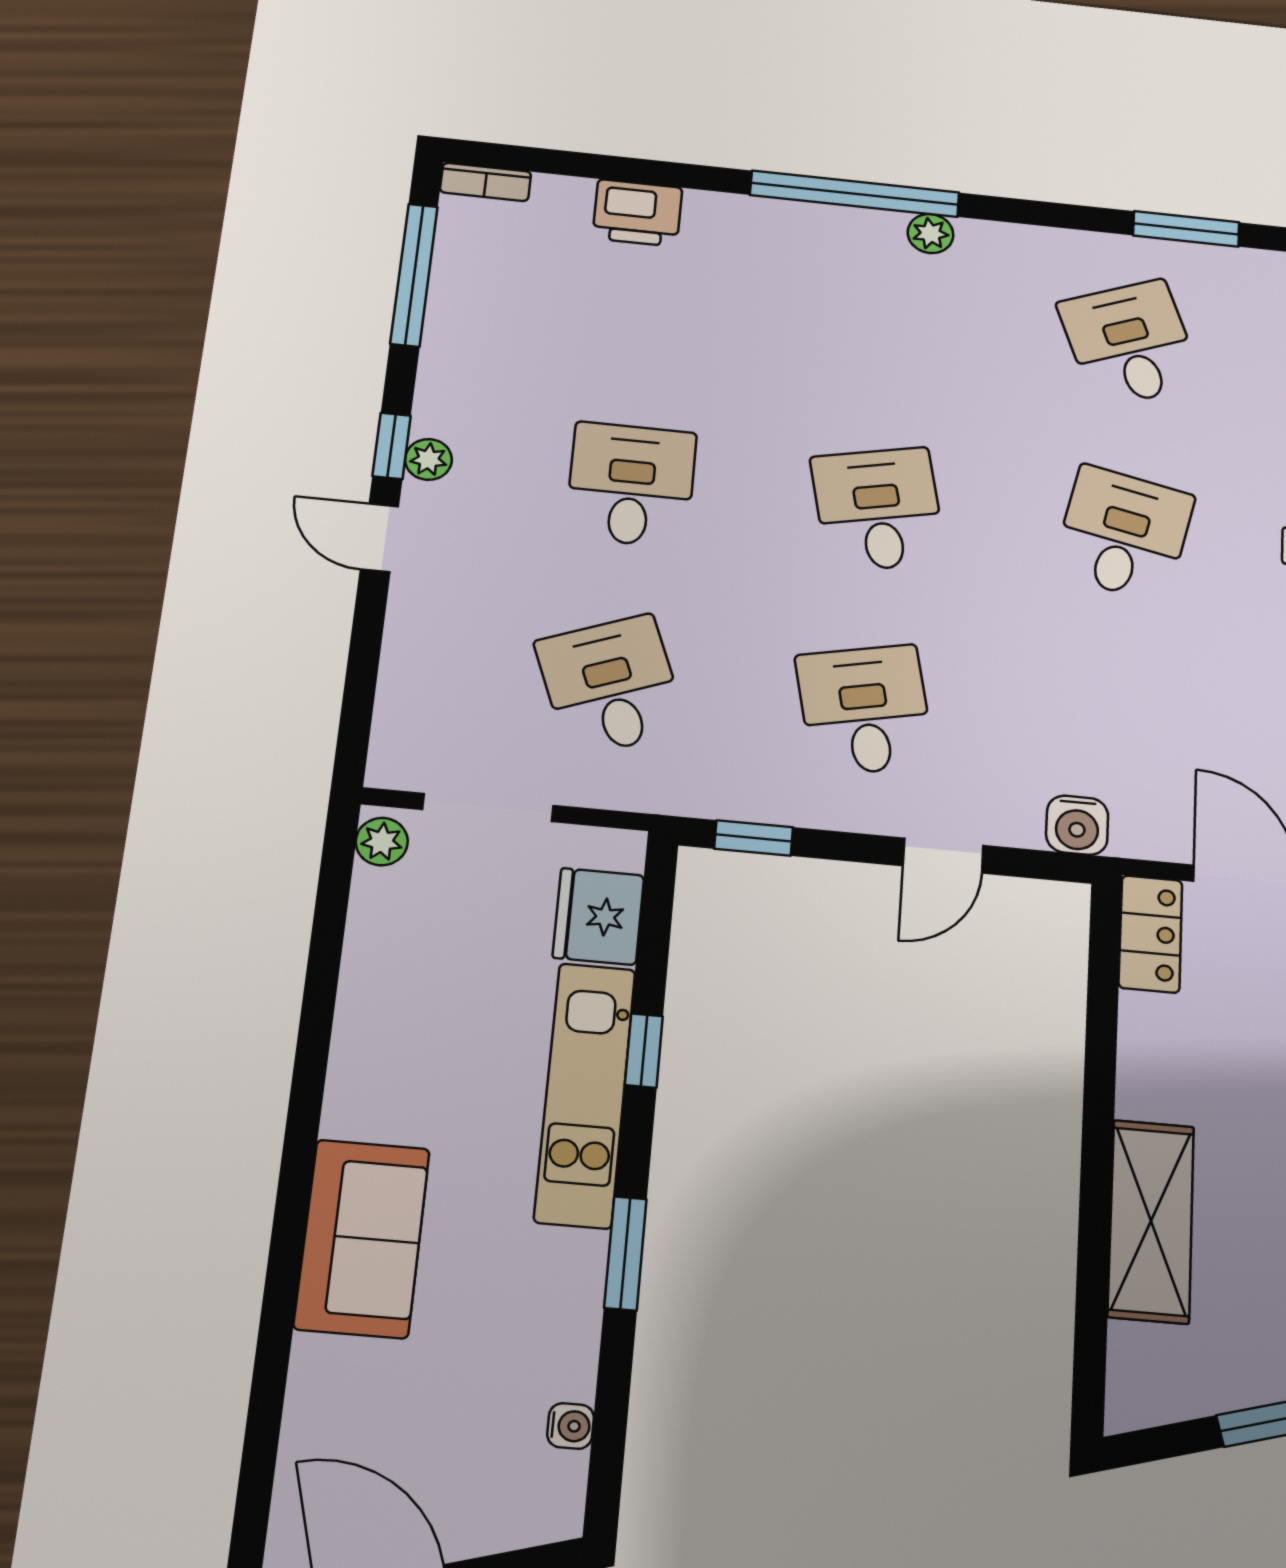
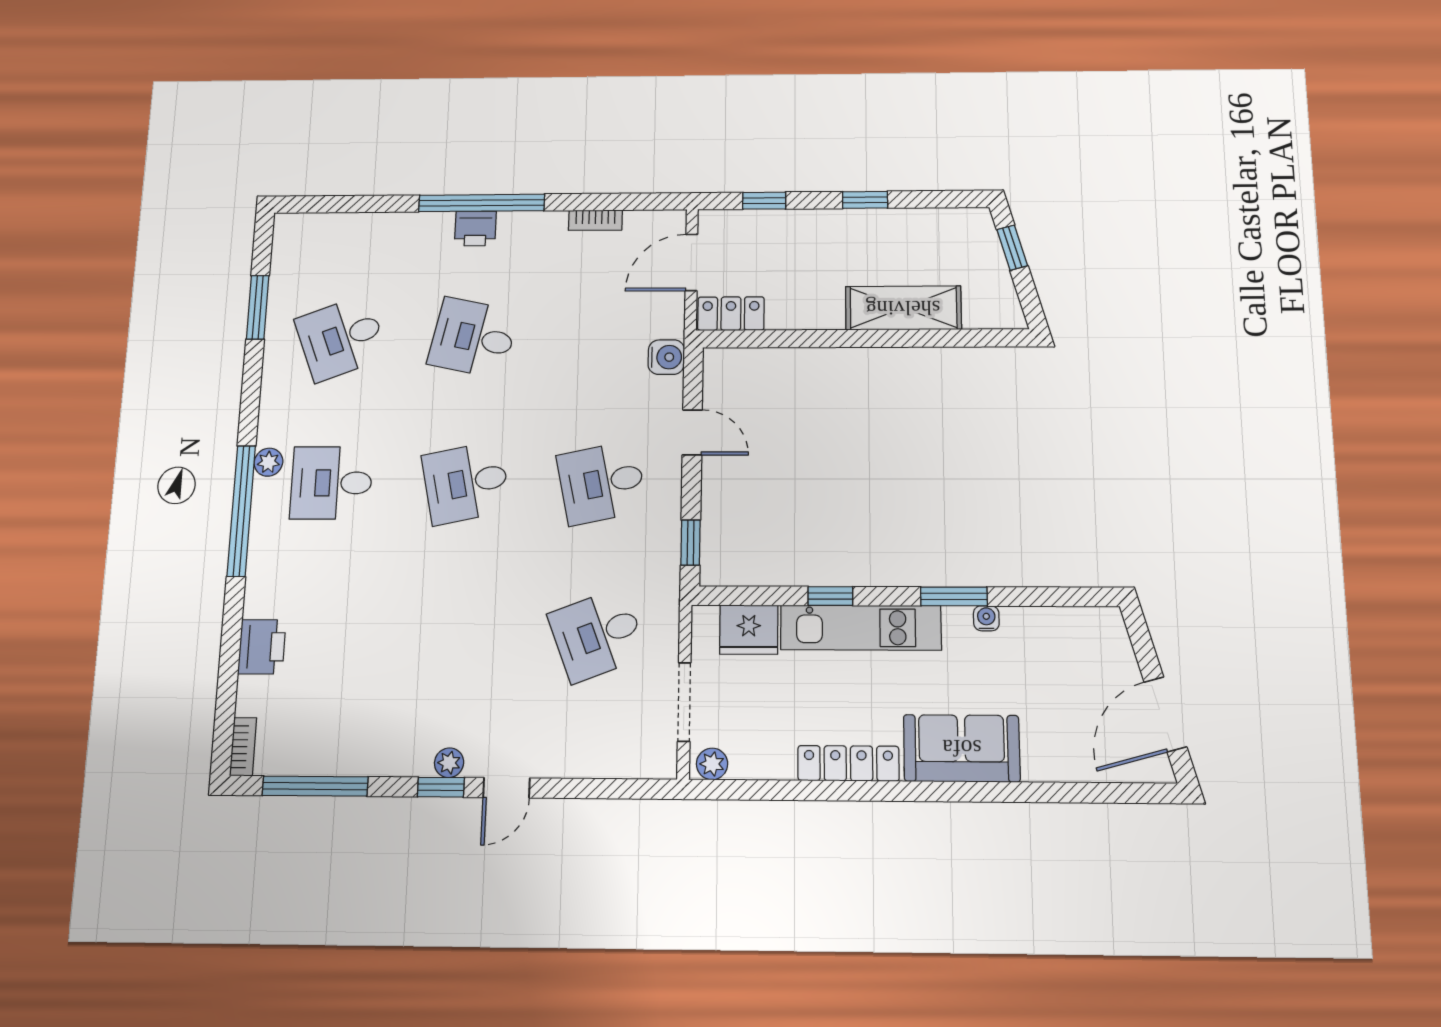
desk: (631, 485) -> (331, 483), moved
locker: (358, 1053) -> (848, 763), added
water cooler: (571, 1426) -> (986, 618), moved

